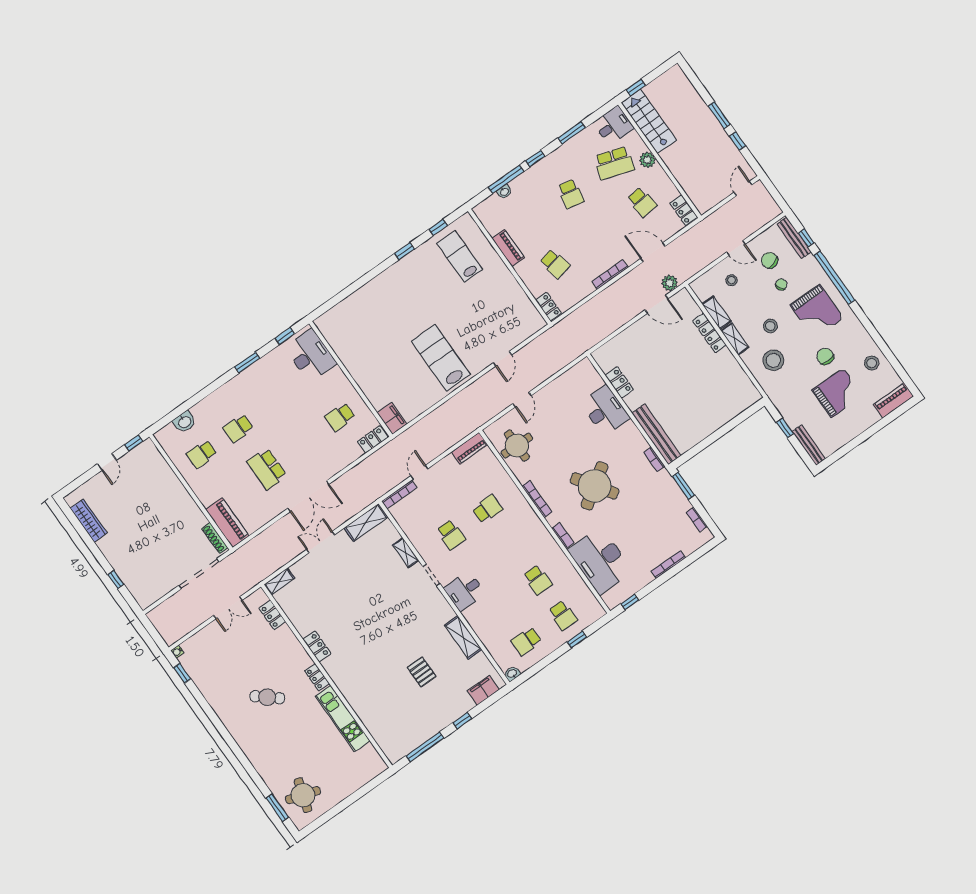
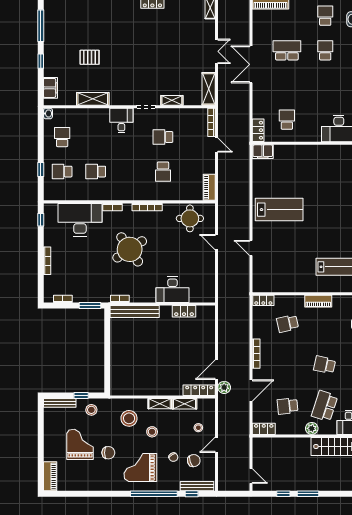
locker: (709, 333) -> (199, 390), moved
stool: (872, 363) -> (91, 410), moved
grand piano: (838, 393) -> (80, 444), turned 180

